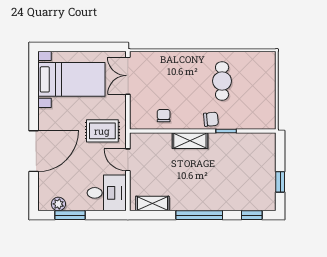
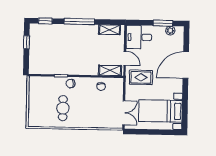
shelving: (190, 141) -> (110, 70), moved

